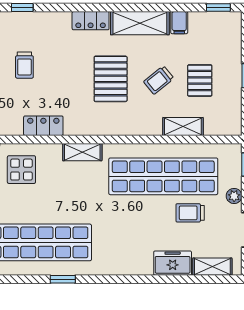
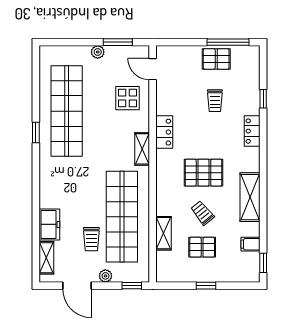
locker: (91, 21) -> (252, 131), moved
filing cabinet: (179, 23) -> (250, 244), moved
trolley: (24, 65) -> (215, 101), turned -90
locker: (43, 126) -> (164, 132), moved
trolley: (190, 213) -> (91, 239), turned 180

